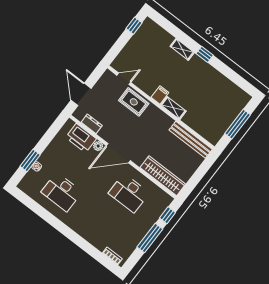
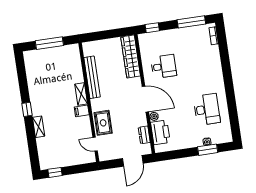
bench: (191, 140) -> (92, 77), moved
desk: (129, 193) -> (164, 66), width x0.73
window: (150, 238) -> (191, 22), moved

